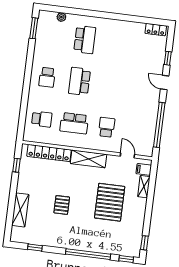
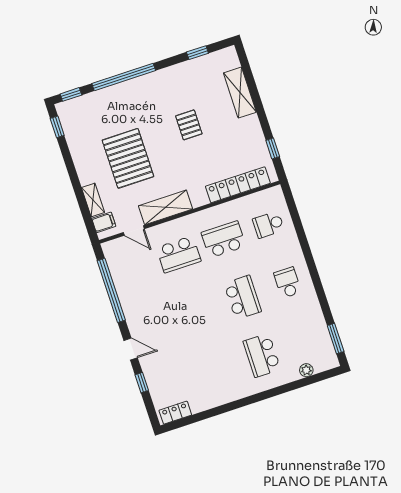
school desk: (107, 127) -> (179, 254), width x1.85
shelving: (89, 159) -> (166, 207), moved

